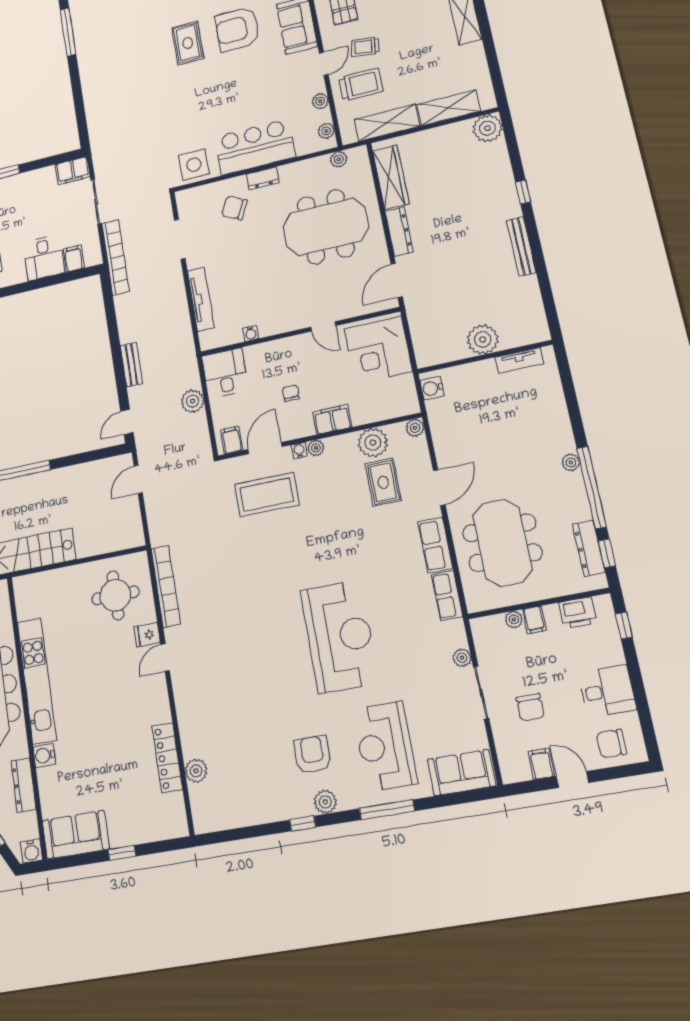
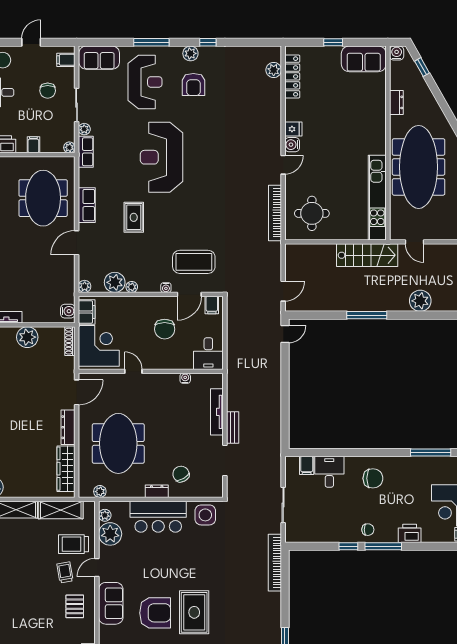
rug: (188, 43) -> (194, 612), width x1.36, depth x1.43
trolley: (365, 47) -> (65, 572), turned -108
plant: (320, 101) -> (110, 534), width x1.88, depth x1.88
filing cabinet: (73, 171) -> (298, 534), removed
chair: (234, 208) -> (181, 474), turned -146
meeting table: (326, 227) -> (118, 443), turned 90
bookcase: (115, 257) -> (275, 563), moved
shoe rack: (420, 347) -> (70, 341), added
bench: (131, 365) -> (233, 427), moved
chair: (291, 393) -> (165, 329), width x1.87, depth x1.87
plant: (193, 401) -> (235, 339), removed
filing cabinet: (332, 419) -> (87, 312), moved, turned -90
plant: (316, 448) -> (132, 287), moved
rug: (383, 482) -> (134, 217), moved
row of seats: (447, 595) -> (86, 152), moved
plant: (514, 619) -> (69, 147), moved
fridge: (147, 635) -> (293, 129), moved
kitchen unit: (37, 681) -> (377, 198), moved
chair: (530, 707) -> (48, 91), turned 180
water cooler: (44, 755) -> (292, 145), moved, turned 180
locker: (167, 758) -> (292, 76), moved
filing cabinet: (541, 764) -> (66, 60), moved, turned 90
plant: (196, 771) -> (274, 70), moved
door: (573, 780) -> (31, 42), swing flipped
dresser: (24, 785) -> (396, 102), width x0.70

